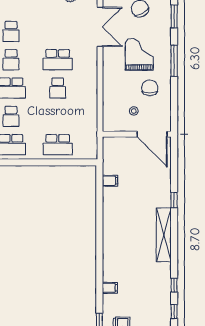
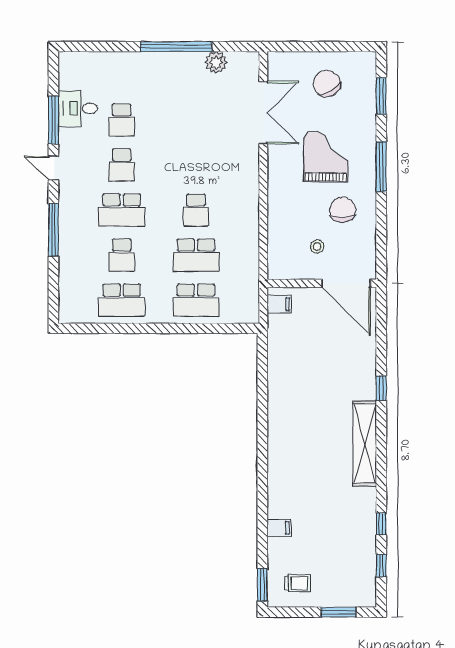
school desk: (58, 60) -> (196, 255), moved
filing cabinet: (110, 181) -> (279, 304), moved

